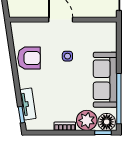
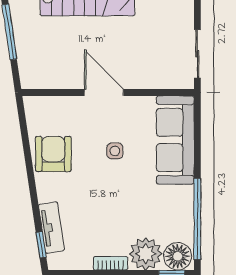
armchair: (29, 58) -> (53, 154), turned -90
sofa: (105, 80) -> (175, 140), moved

